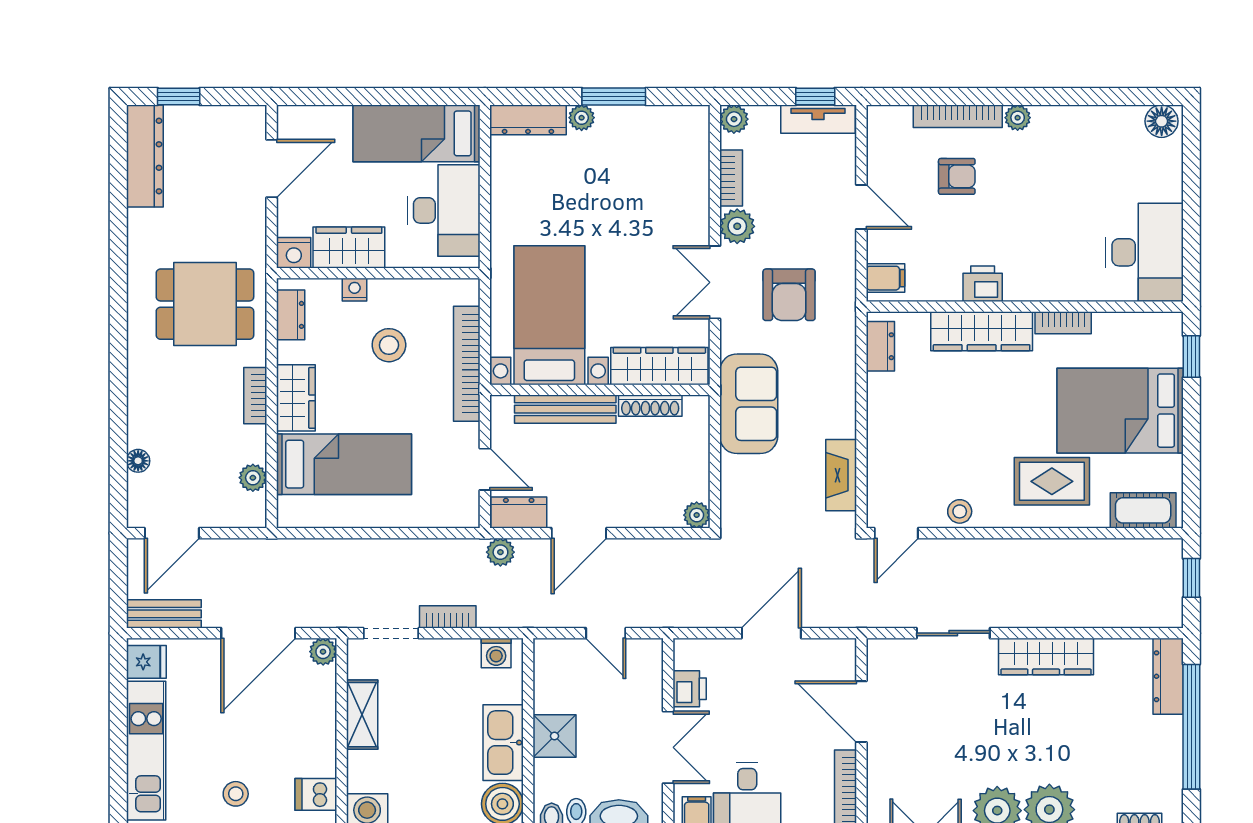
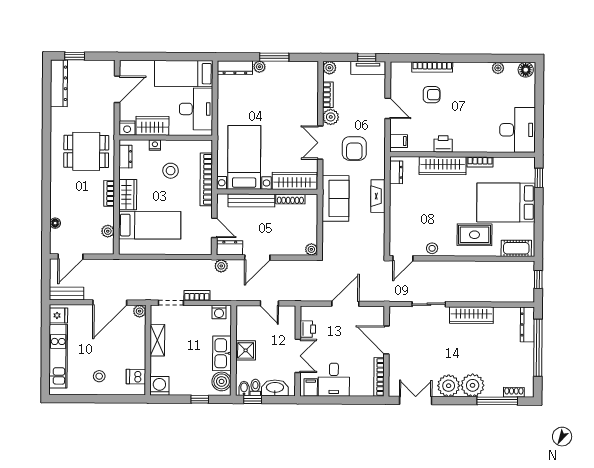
plant: (1018, 118) -> (498, 68), moved
fireplace: (841, 475) -> (378, 196), moved

